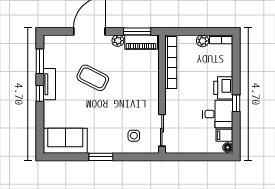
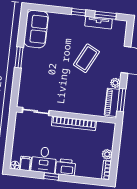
bookcase: (171, 62) -> (74, 123), moved
tv unit: (49, 84) -> (99, 23), moved
side table: (134, 136) -> (34, 87), removed

